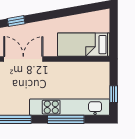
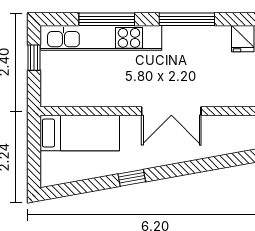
window: (16, 21) -> (132, 178), moved

